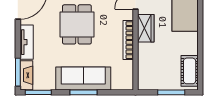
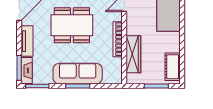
dining table: (77, 24) -> (72, 25), width x1.38
wardrobe: (146, 28) -> (133, 54), moved, width x1.50

